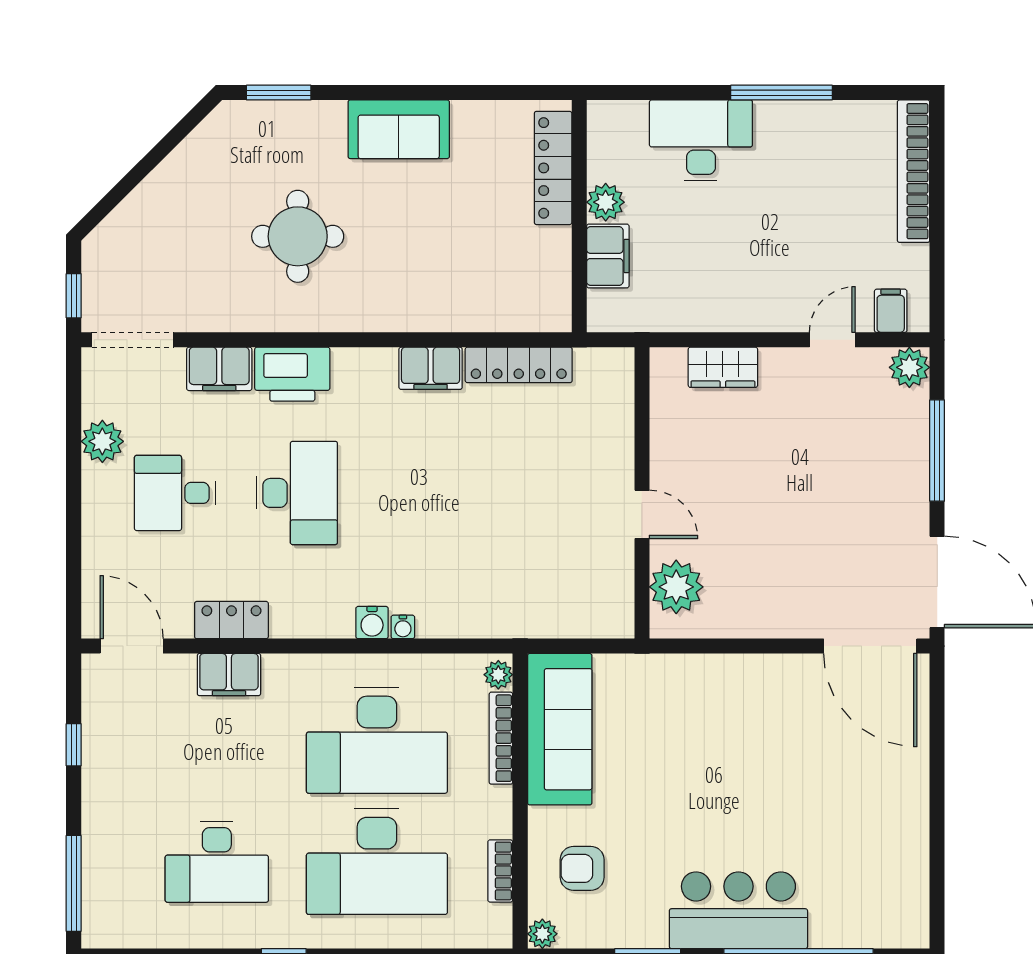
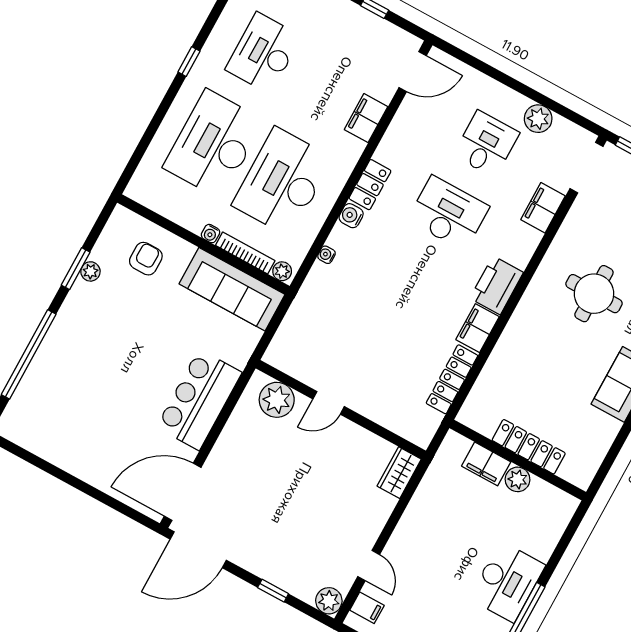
desk: (701, 140) -> (507, 582), moved
locker: (553, 168) -> (529, 447), moved
wardrobe: (723, 367) -> (399, 473), moved
printer: (292, 374) -> (497, 285), moved
window: (937, 451) -> (273, 591), width x0.46
desk: (297, 493) -> (448, 213), turned 180
locker: (231, 620) -> (370, 185), moved
water cooler: (403, 627) -> (326, 255), moved
water cooler: (500, 800) -> (210, 234), added
bookcase: (500, 871) -> (170, 211), removed
bar counter: (738, 910) -> (199, 400), moved, turned 180
plant: (542, 934) -> (90, 271), moved

